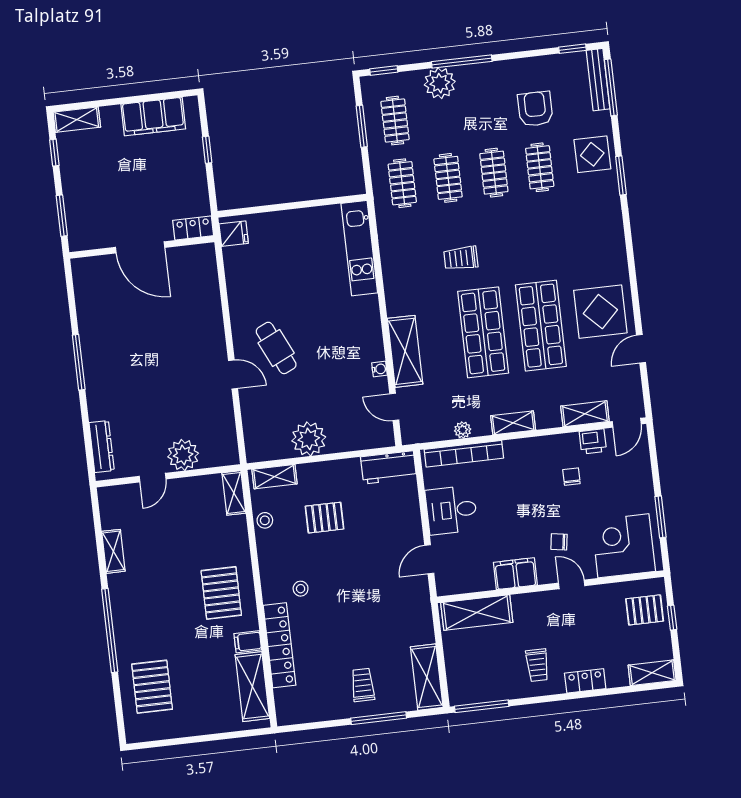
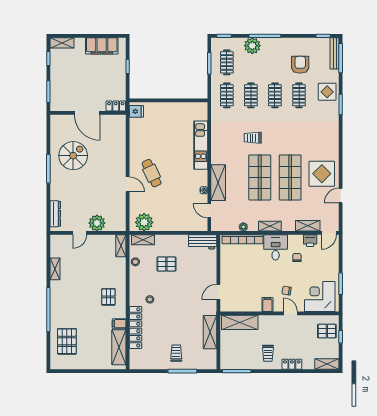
kitchen unit: (359, 248) -> (201, 145), moved
spiral stairs: (123, 332) -> (73, 156), added
plant: (309, 439) -> (144, 222), moved
desk: (451, 510) -> (276, 247), moved, turned 90
filing cabinet: (515, 574) -> (267, 304), width x0.50
pallet: (221, 593) -> (108, 297), width x0.67, depth x0.71
shelving: (427, 677) -> (210, 332), moved

